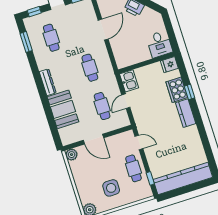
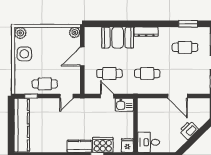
side table: (111, 188) -> (24, 54), moved

